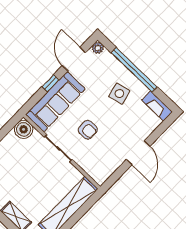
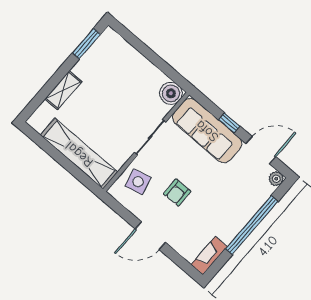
side table: (119, 94) -> (138, 182), moved
armchair: (88, 130) -> (177, 193), moved

